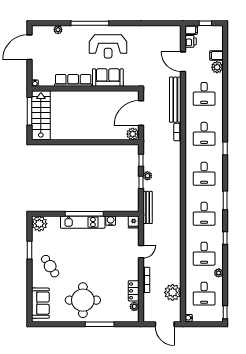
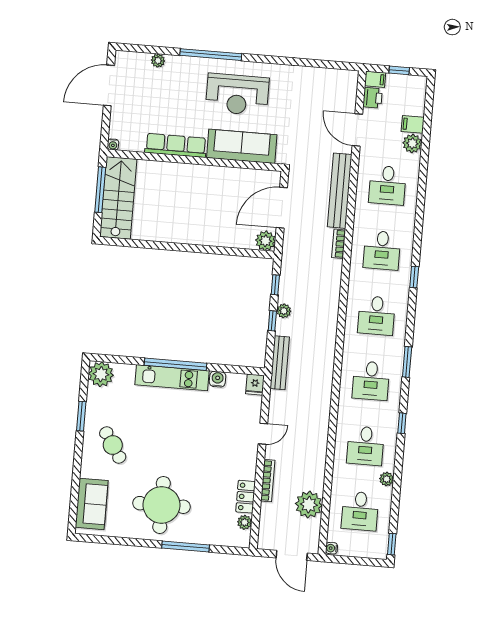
sofa: (108, 78) -> (242, 146), width x1.36

